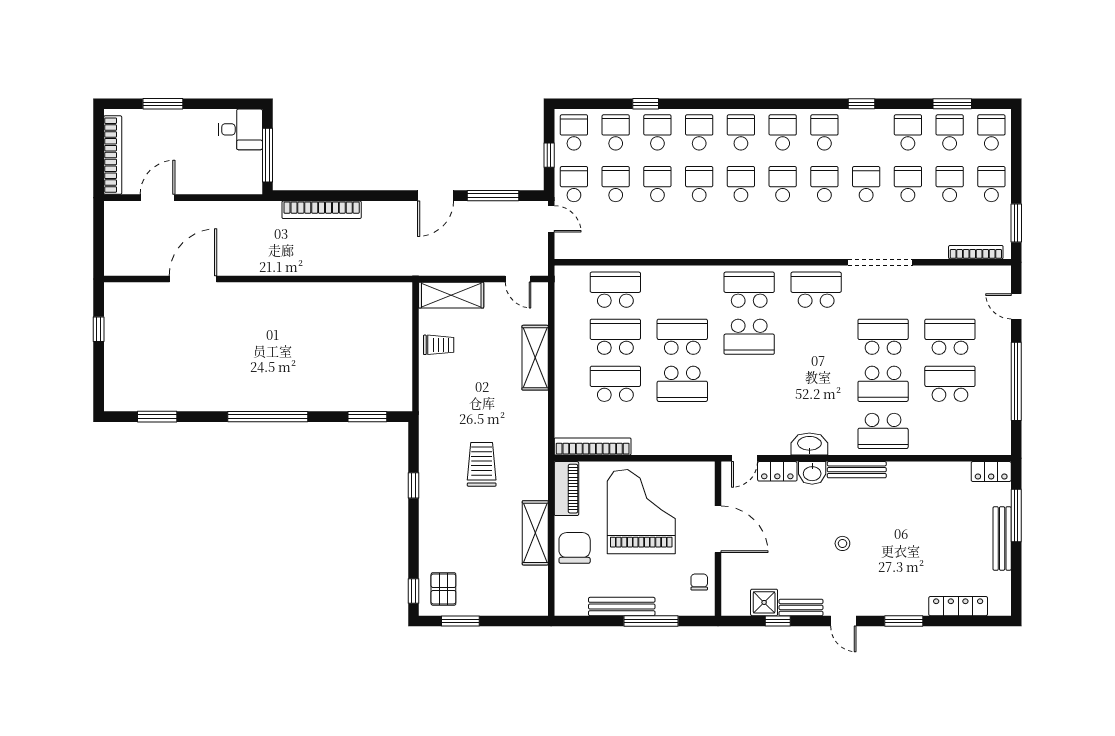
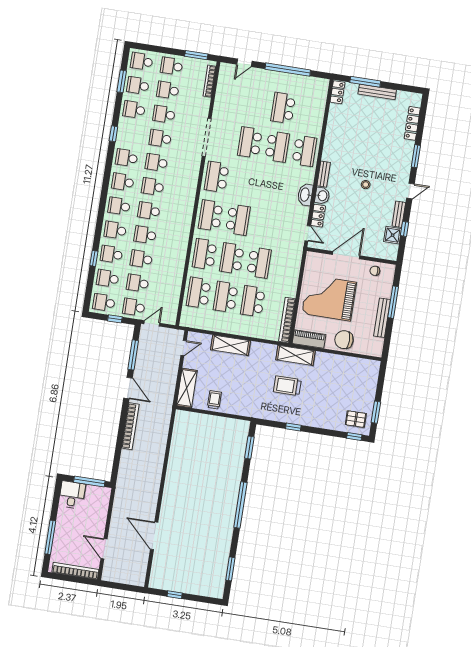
window: (163, 104) -> (50, 537), width x1.44
bookcase: (322, 210) -> (130, 426), moved
school desk: (950, 337) -> (205, 254), moved
bench: (857, 470) -> (324, 174), width x0.73
shelving: (535, 533) -> (295, 355), moved

